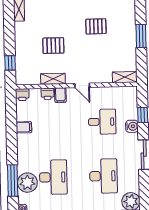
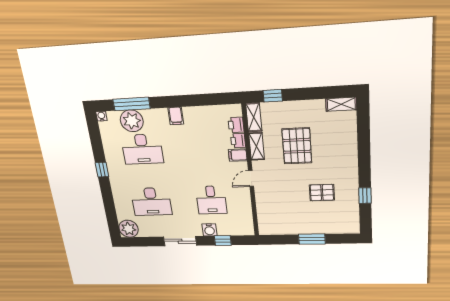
pallet: (96, 26) -> (322, 193), turned 90
pallet: (53, 46) -> (297, 146), width x1.50, depth x1.42
shelving: (125, 77) -> (254, 117), moved
printer: (22, 95) -> (236, 125), moved
filing cabinet: (24, 127) -> (176, 116), moved

